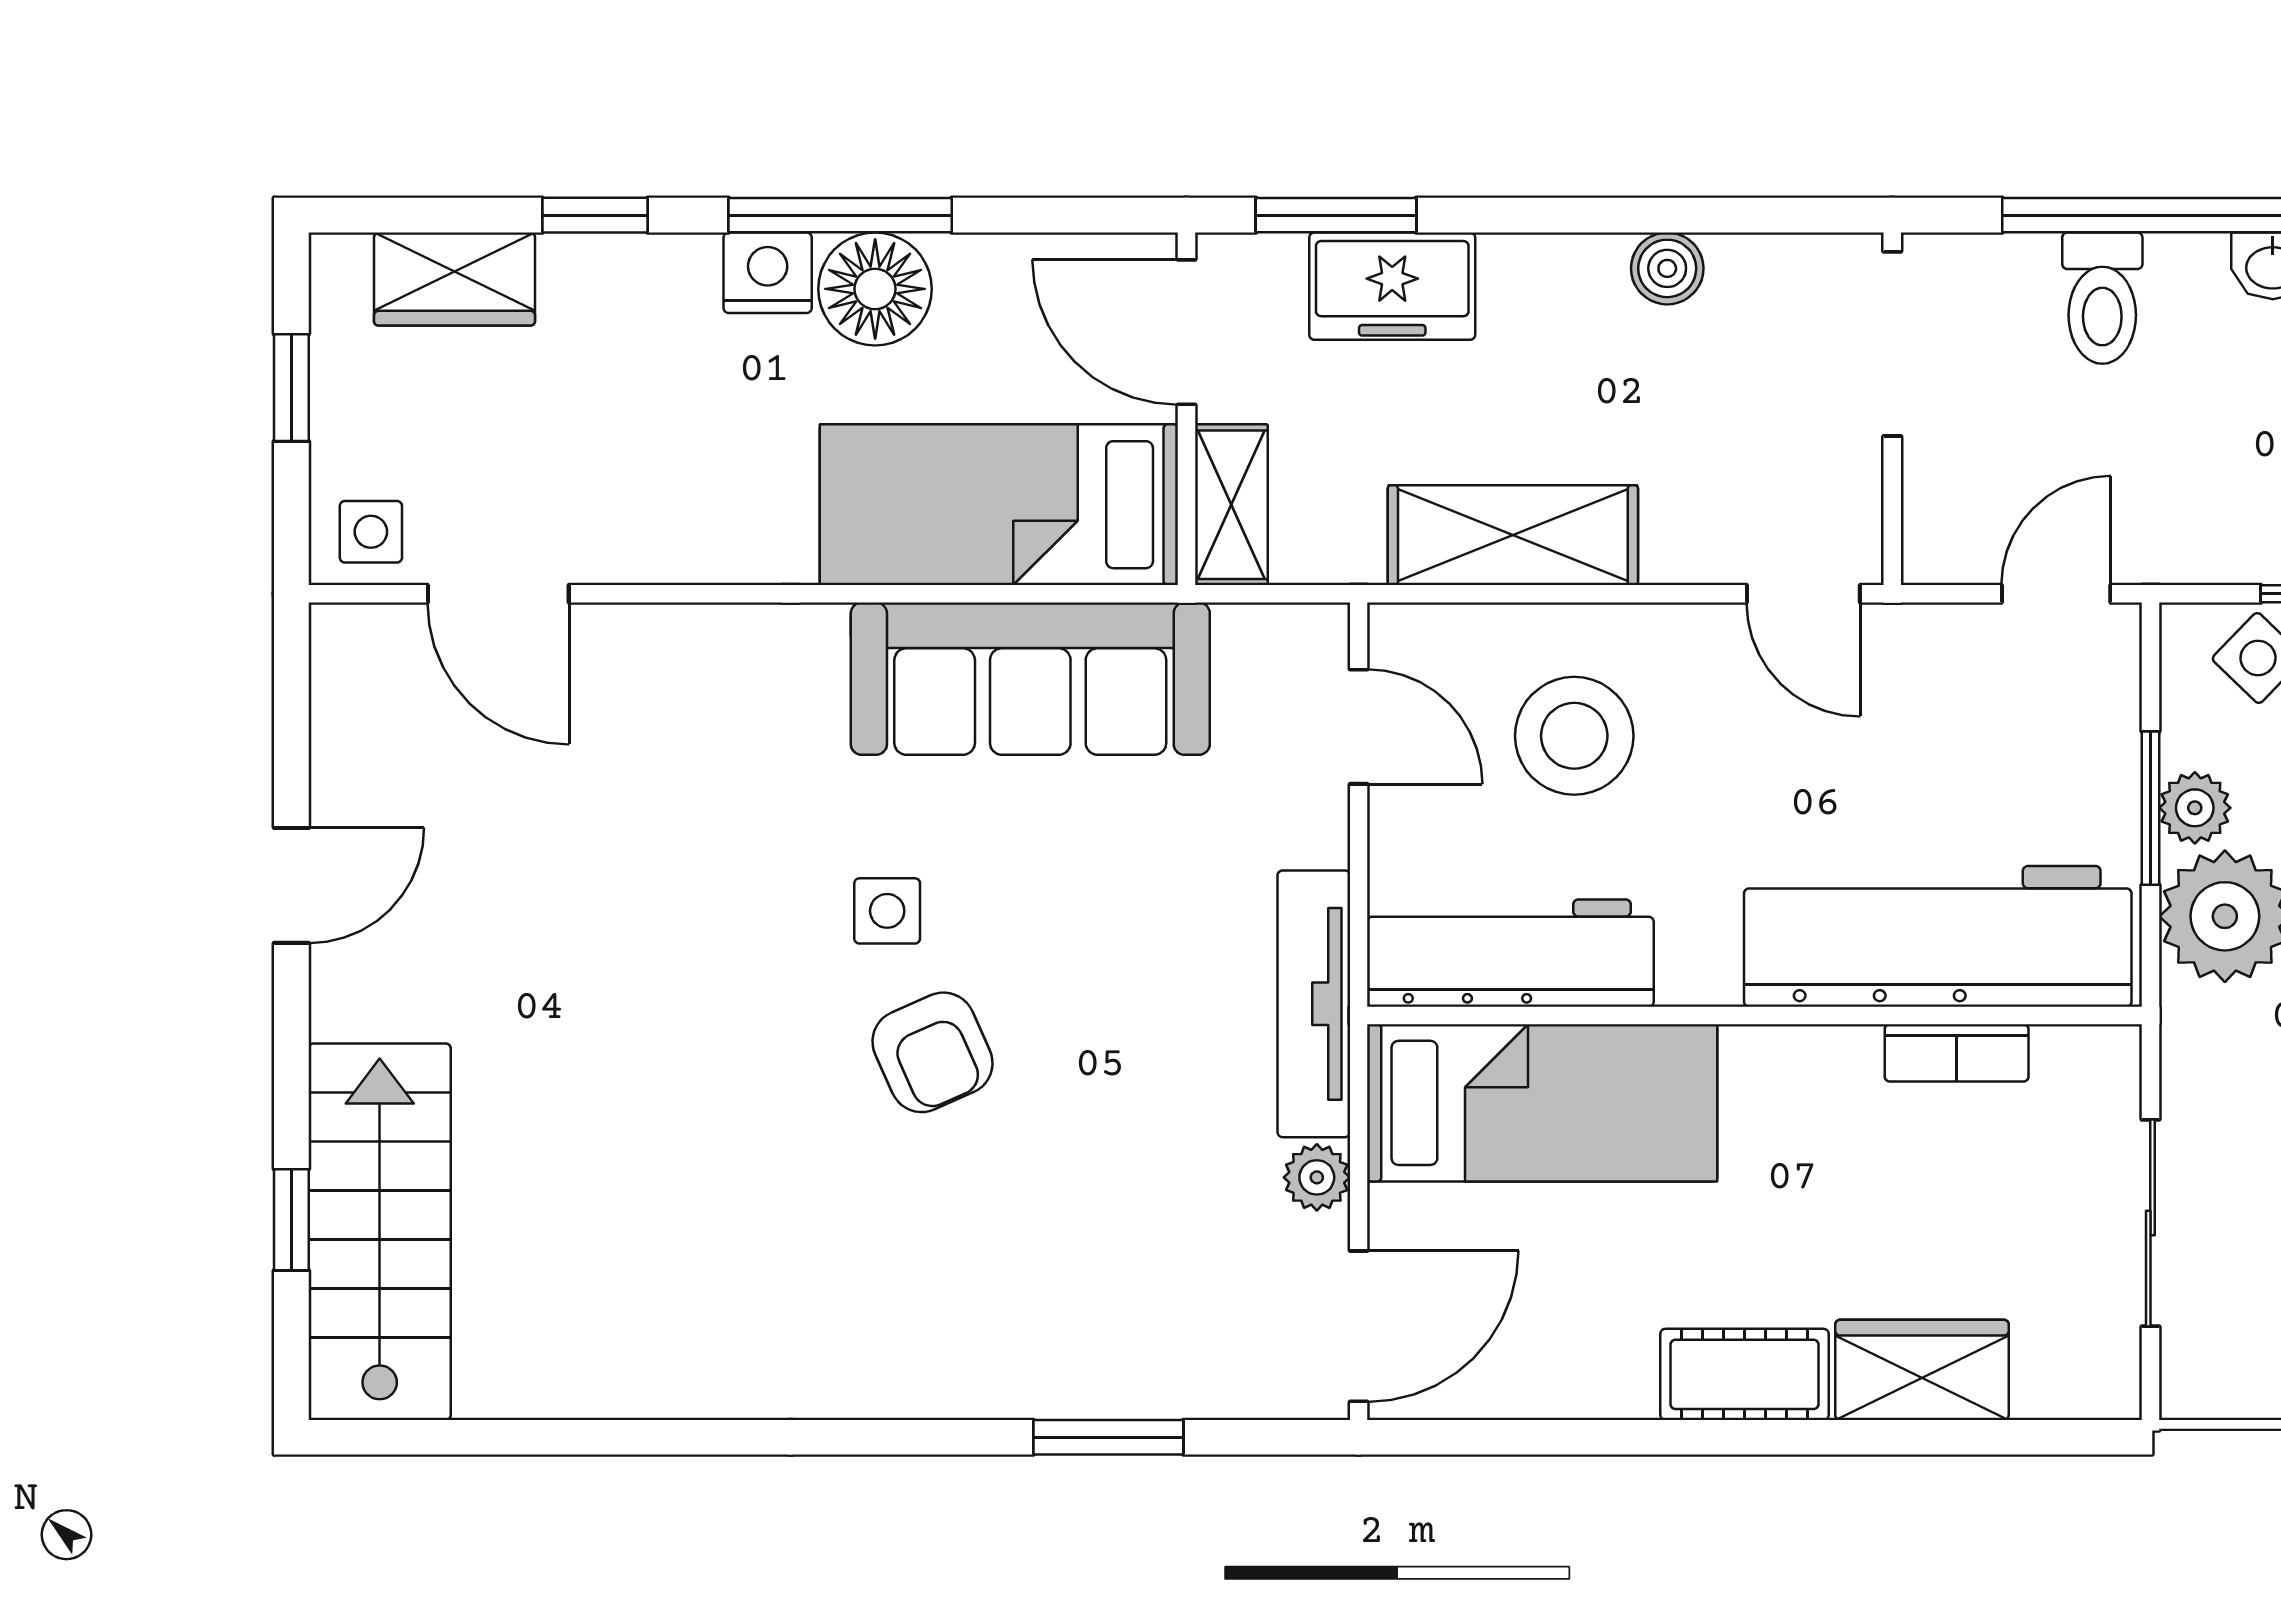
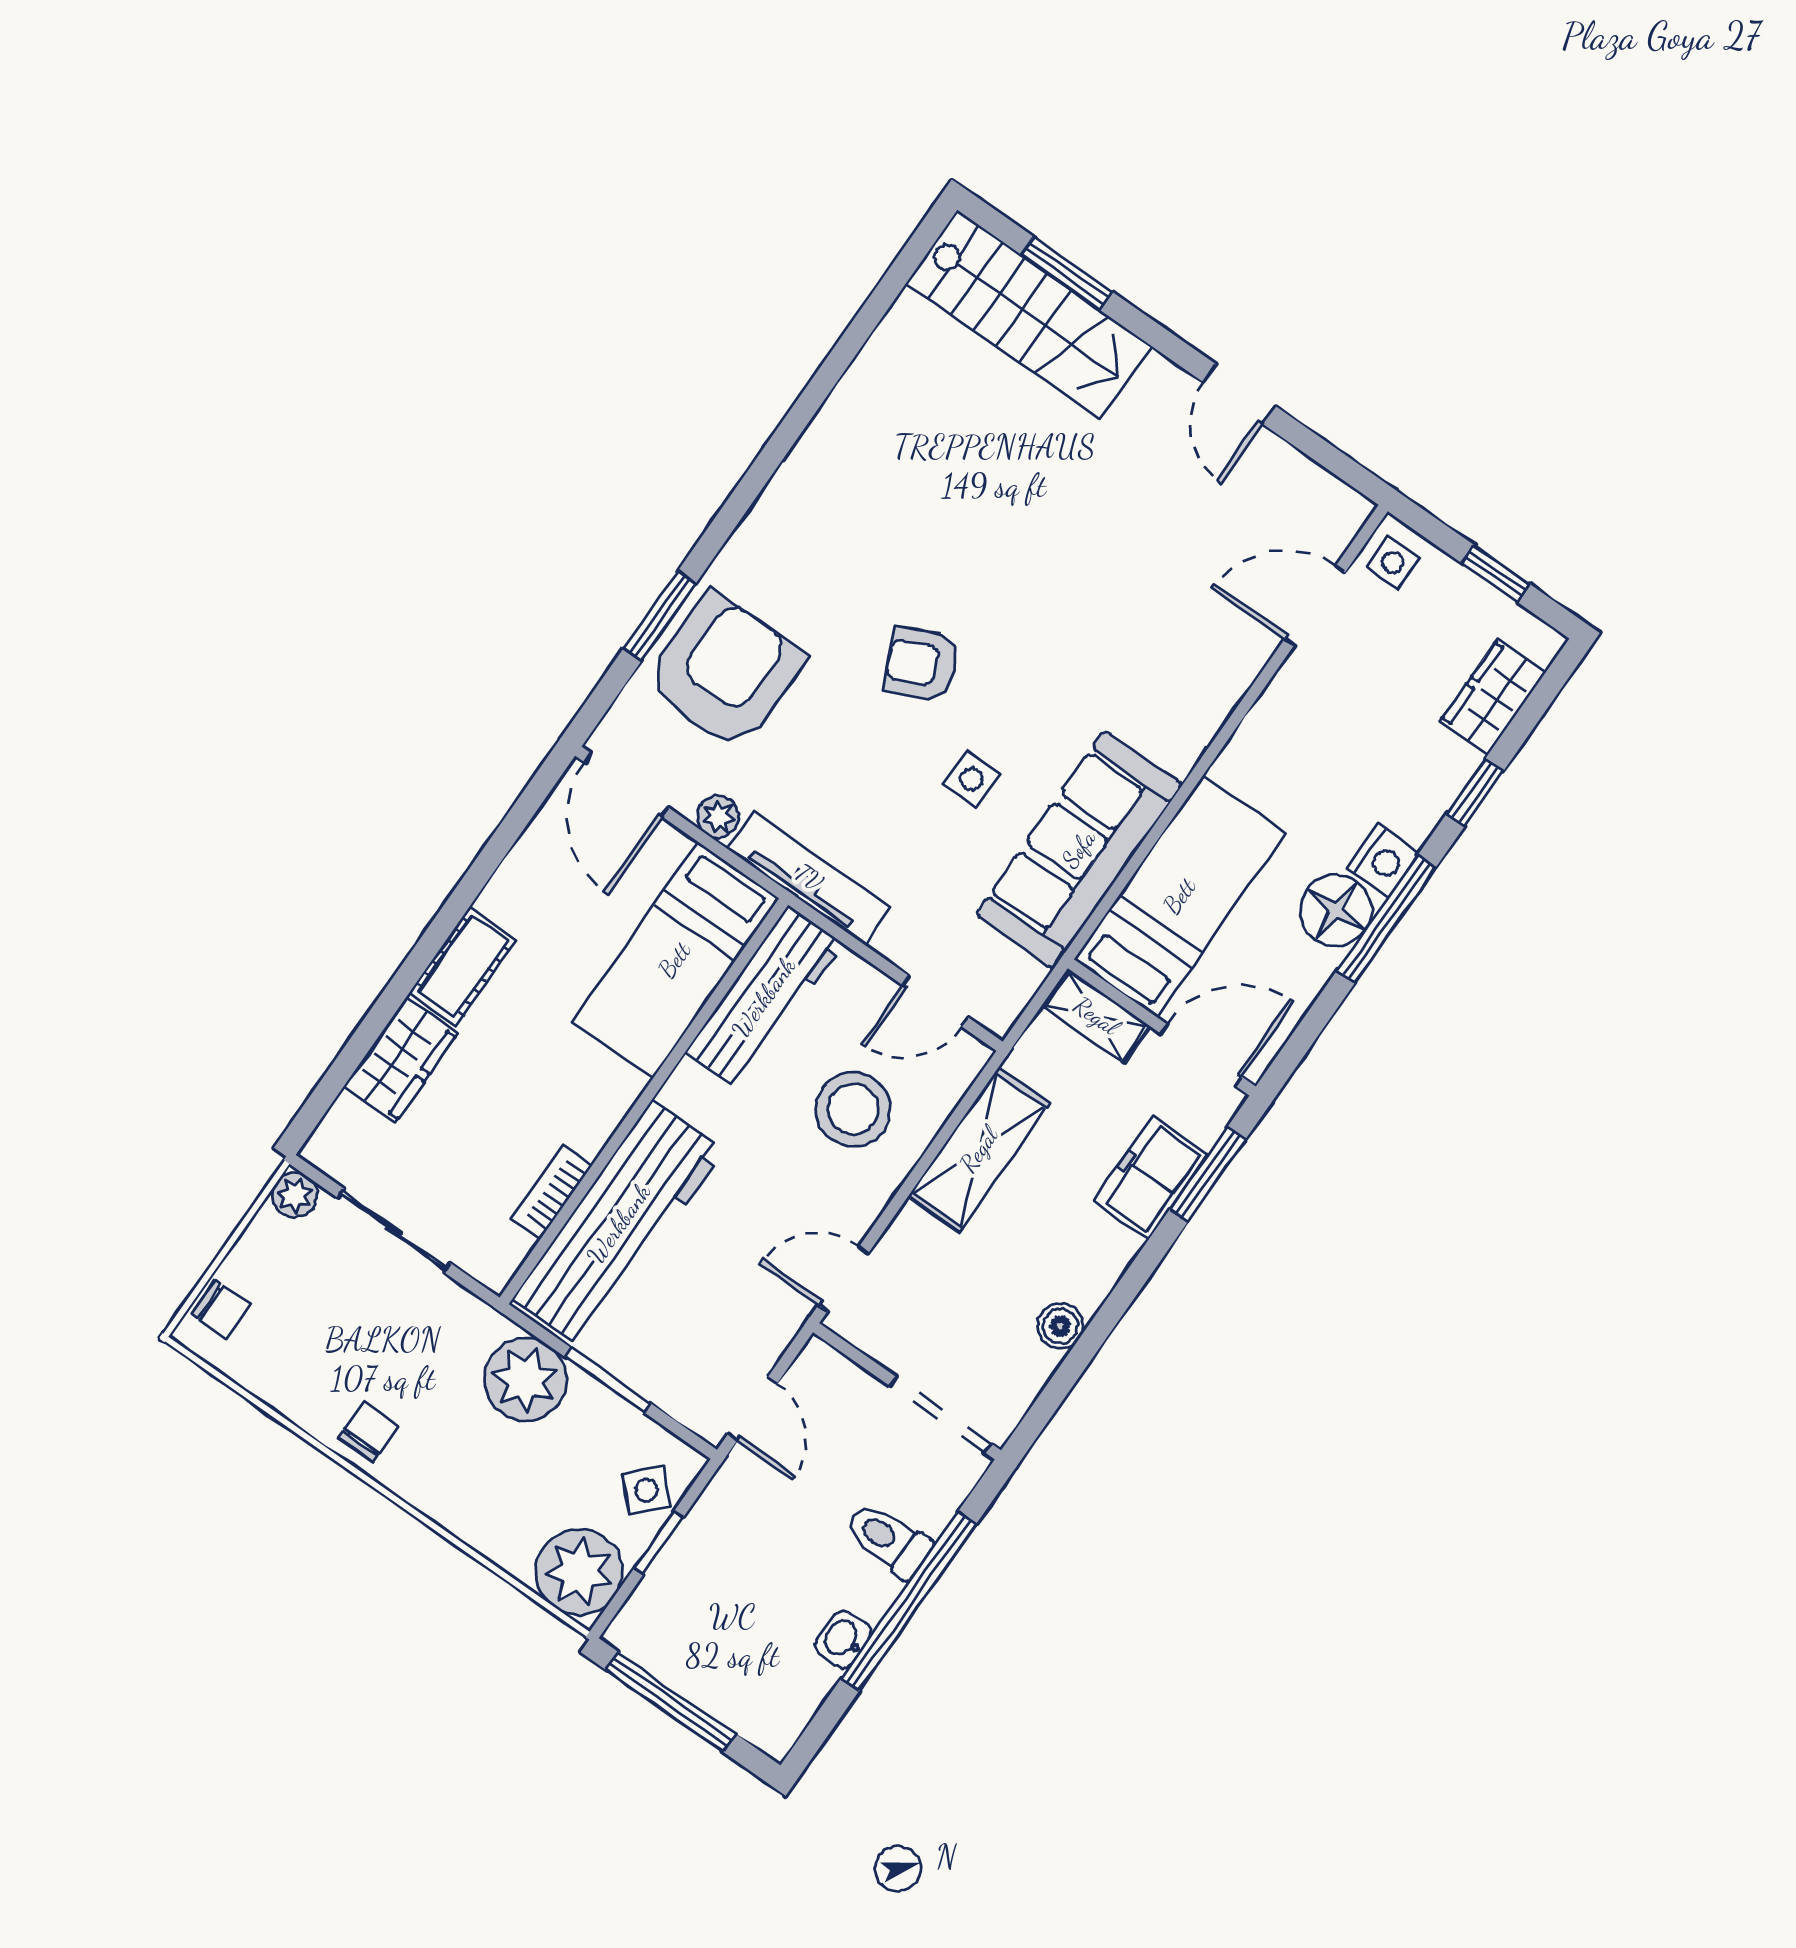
plant: (2195, 808) -> (295, 1195), moved
side table: (887, 911) -> (972, 779), moved
window: (291, 1220) -> (1067, 273), width x1.50
armchair: (1121, 1303) -> (724, 671), added

